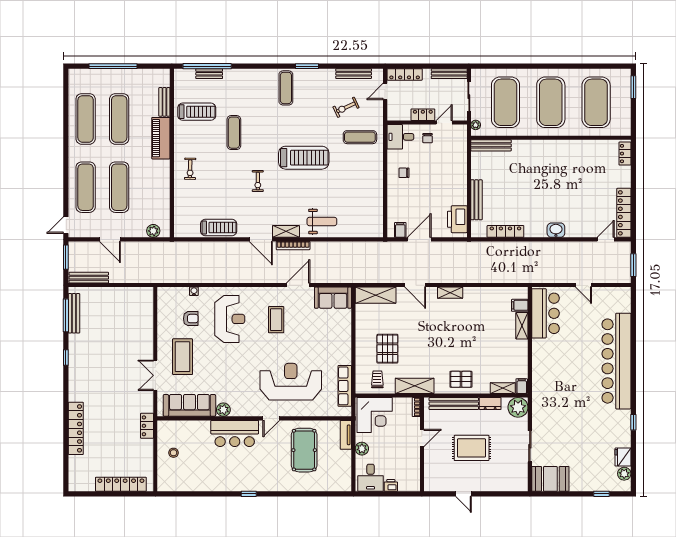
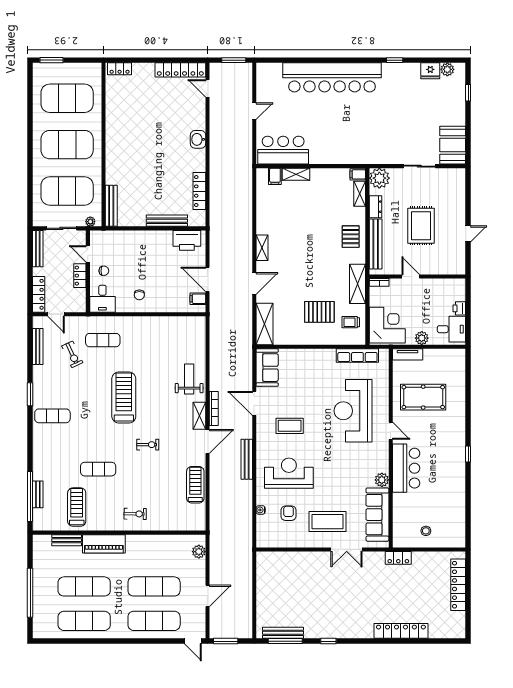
exercise mat: (360, 137) -> (103, 340), turned 90
bench: (89, 278) -> (247, 459), moved

